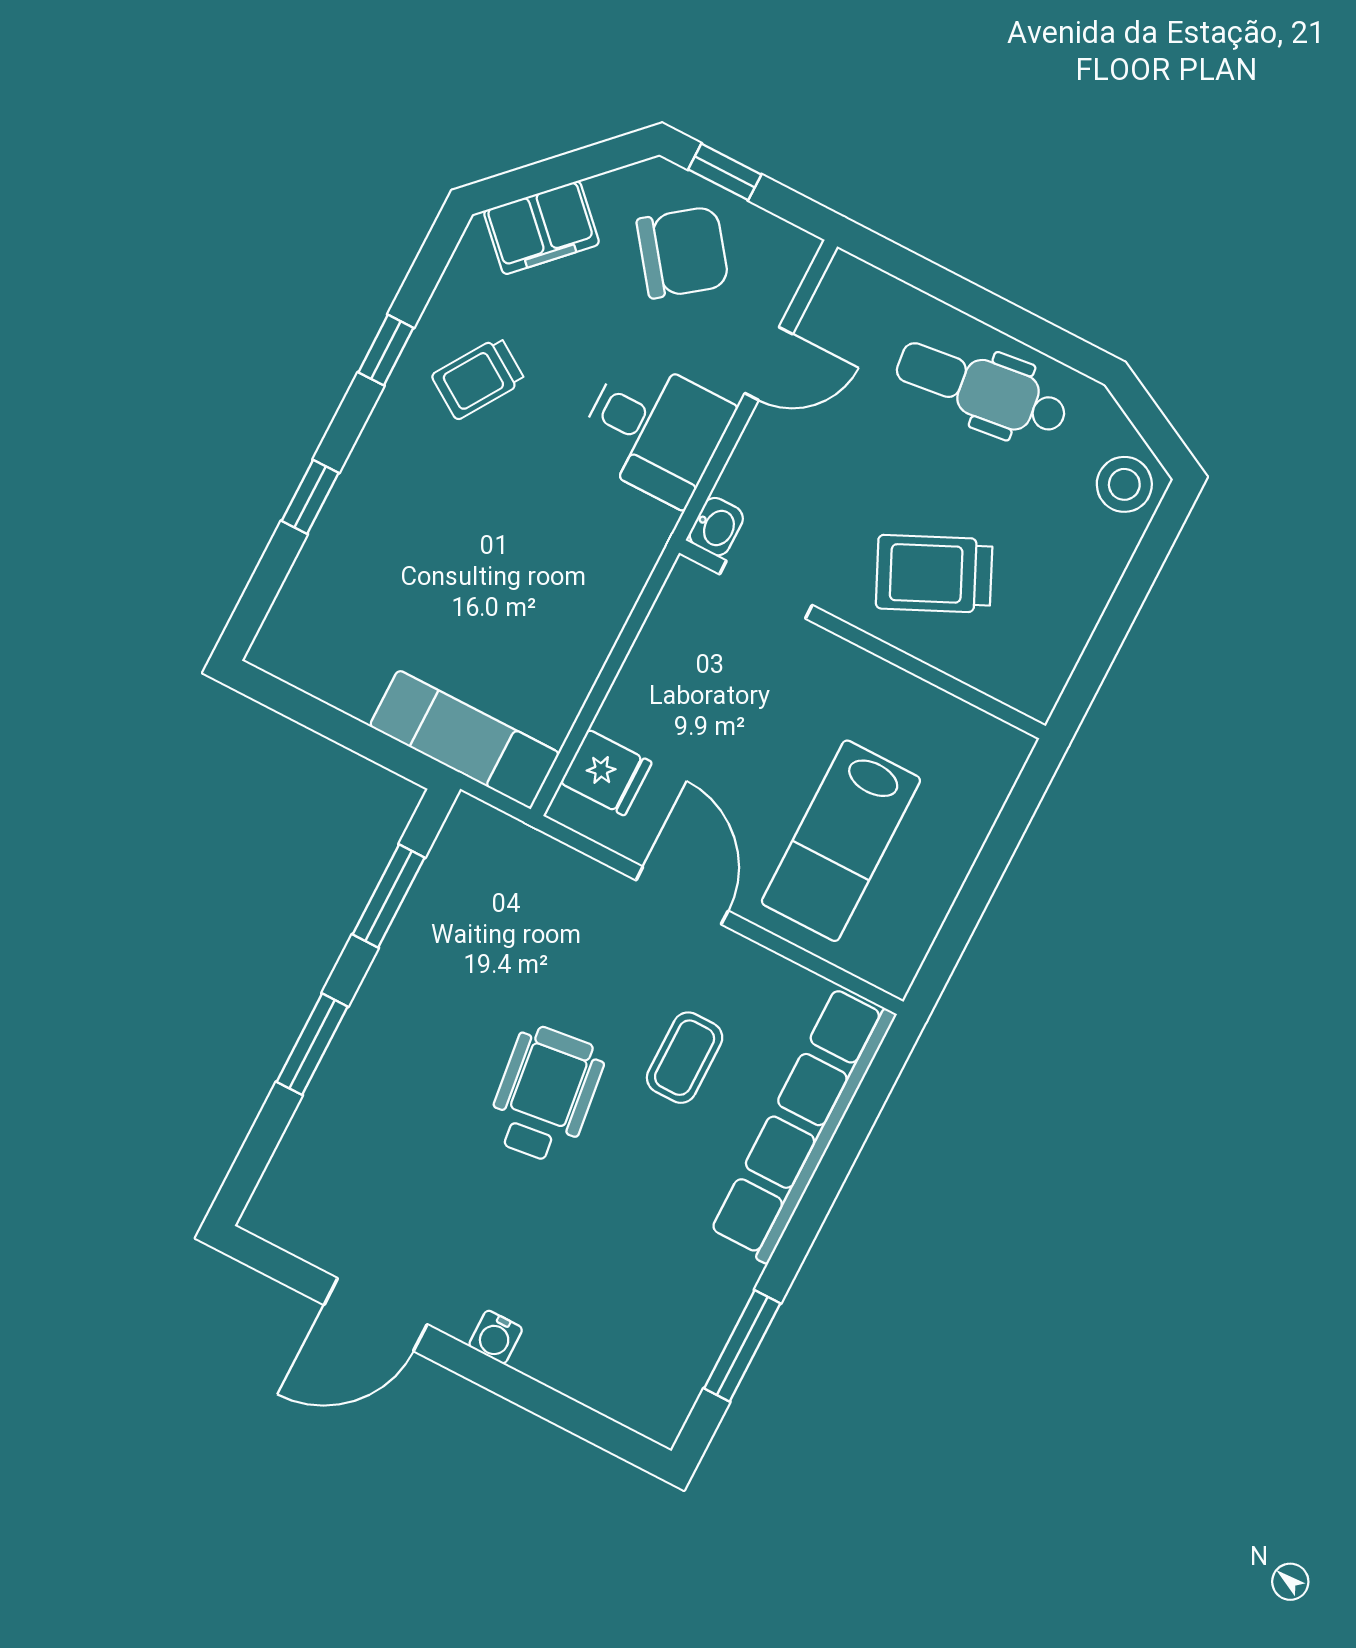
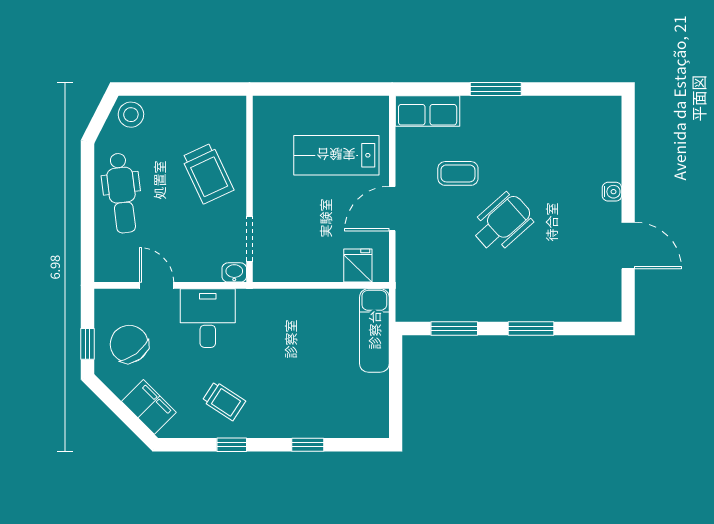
lab bench: (841, 841) -> (336, 155), turned 180
wheelchair: (545, 1094) -> (502, 223), turned 145
row of seats: (803, 1124) -> (428, 111), width x0.50
window: (742, 1346) -> (496, 89), moved

